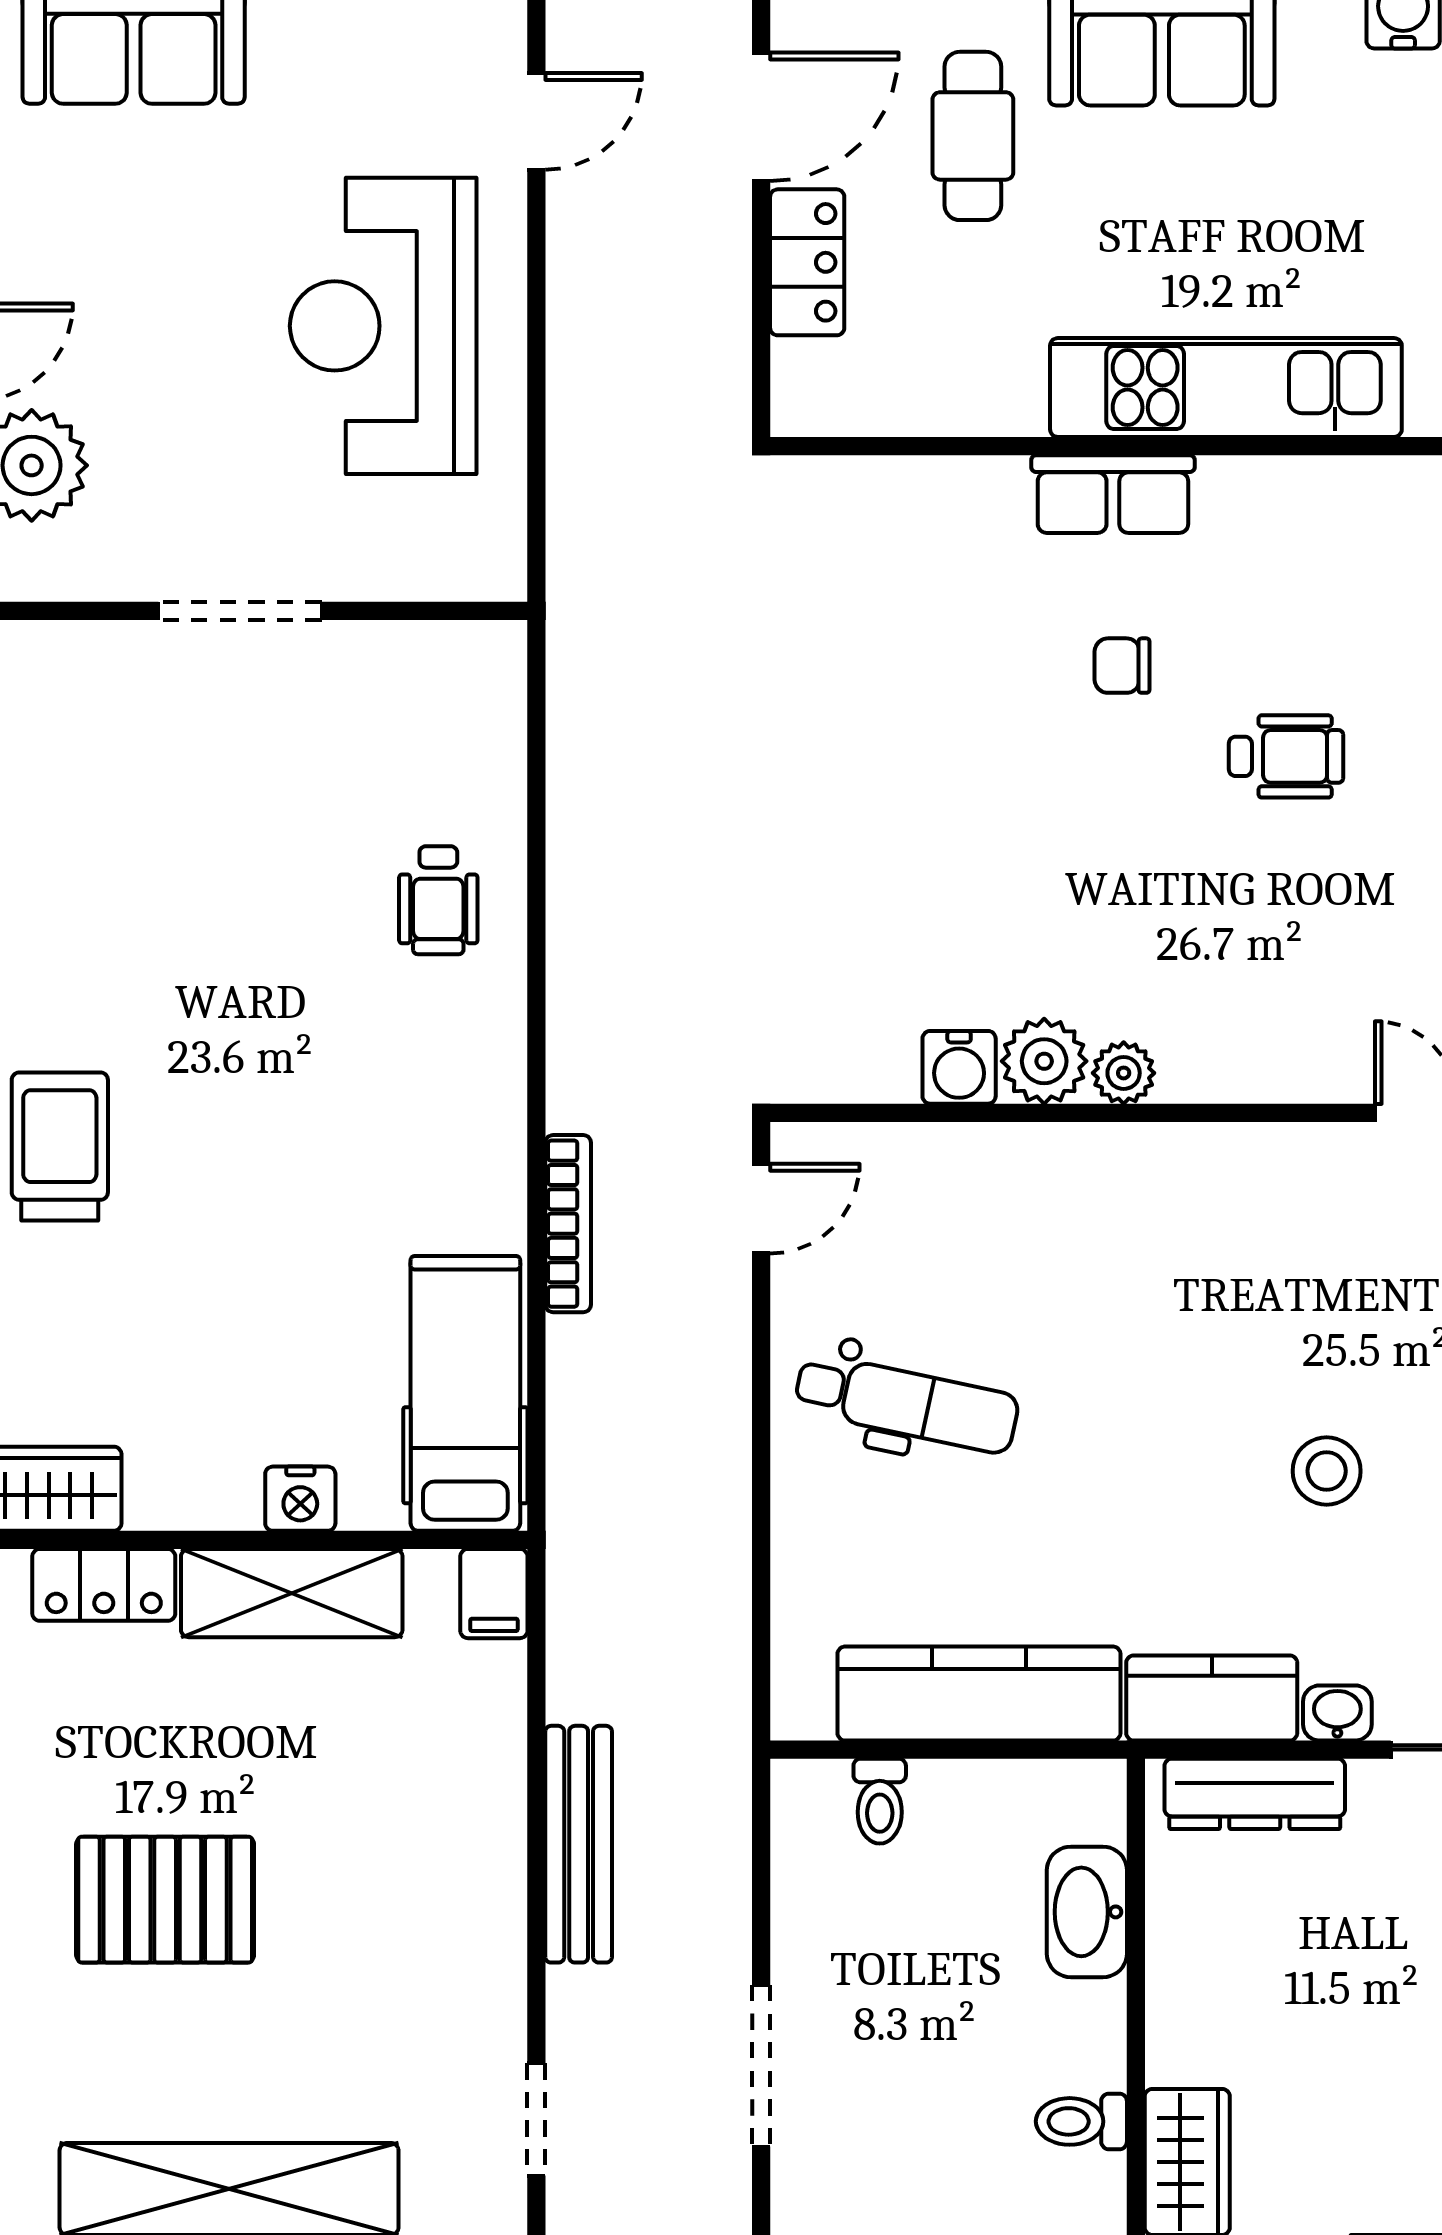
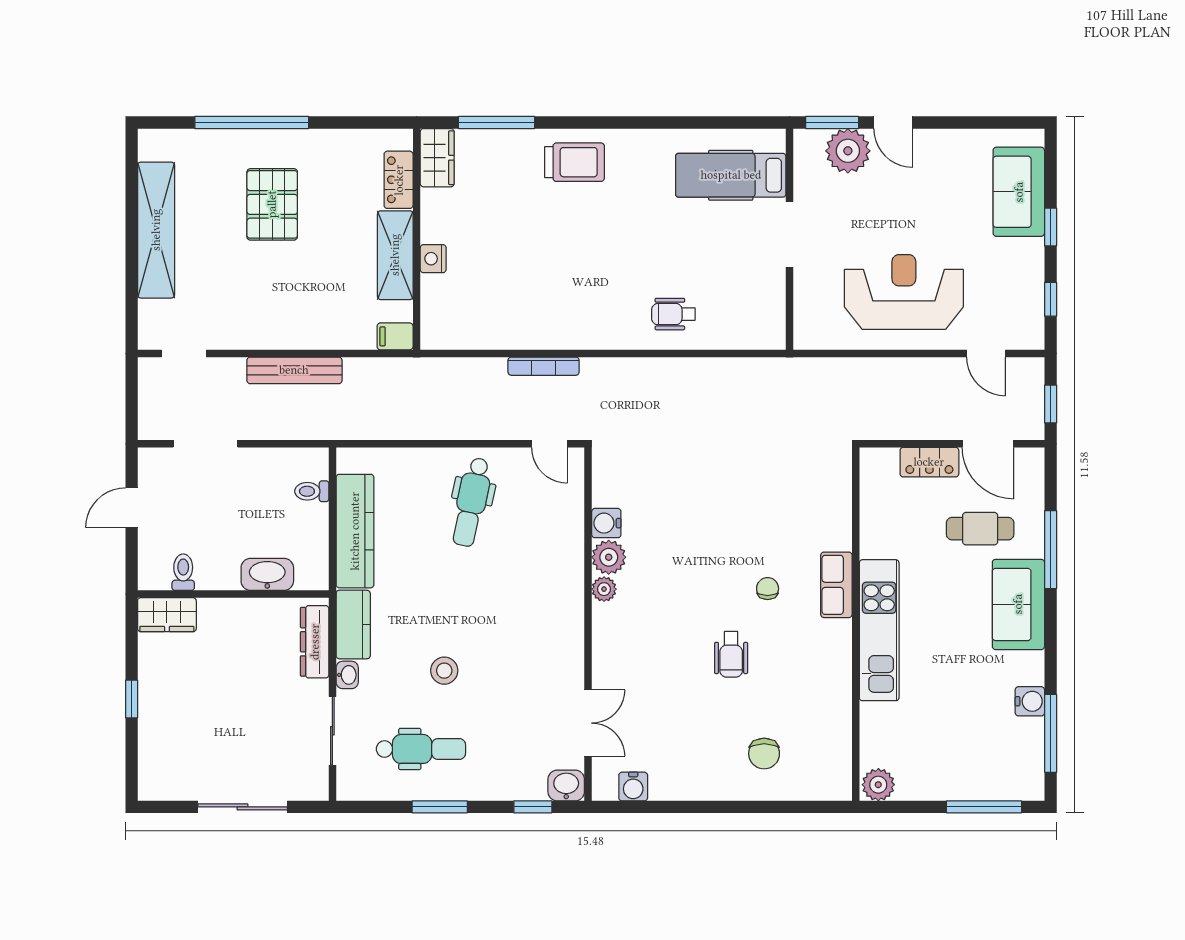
hospital bed: (465, 1393) -> (731, 175), moved, turned 180

